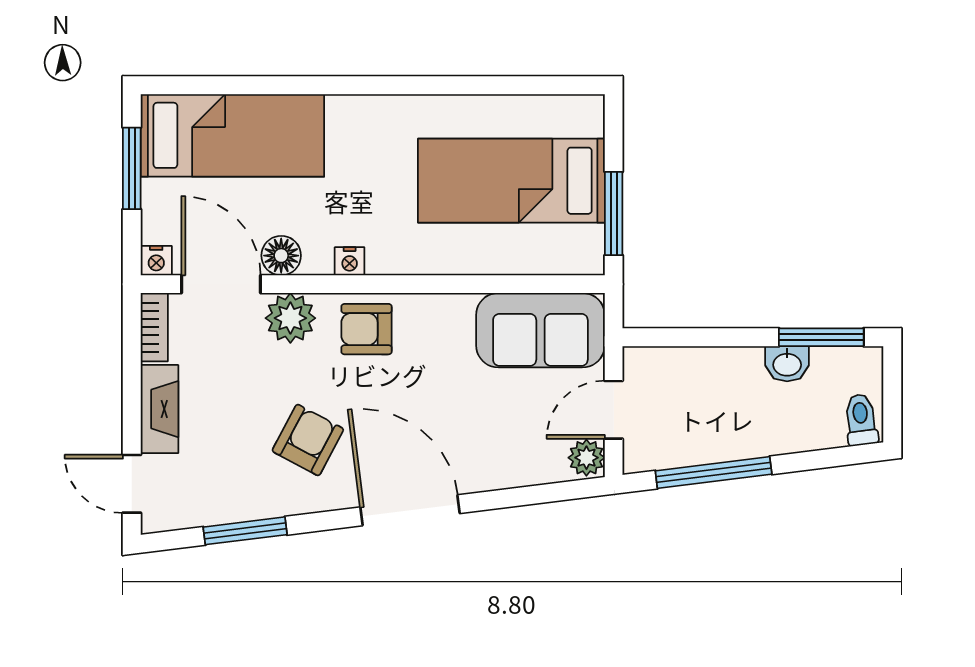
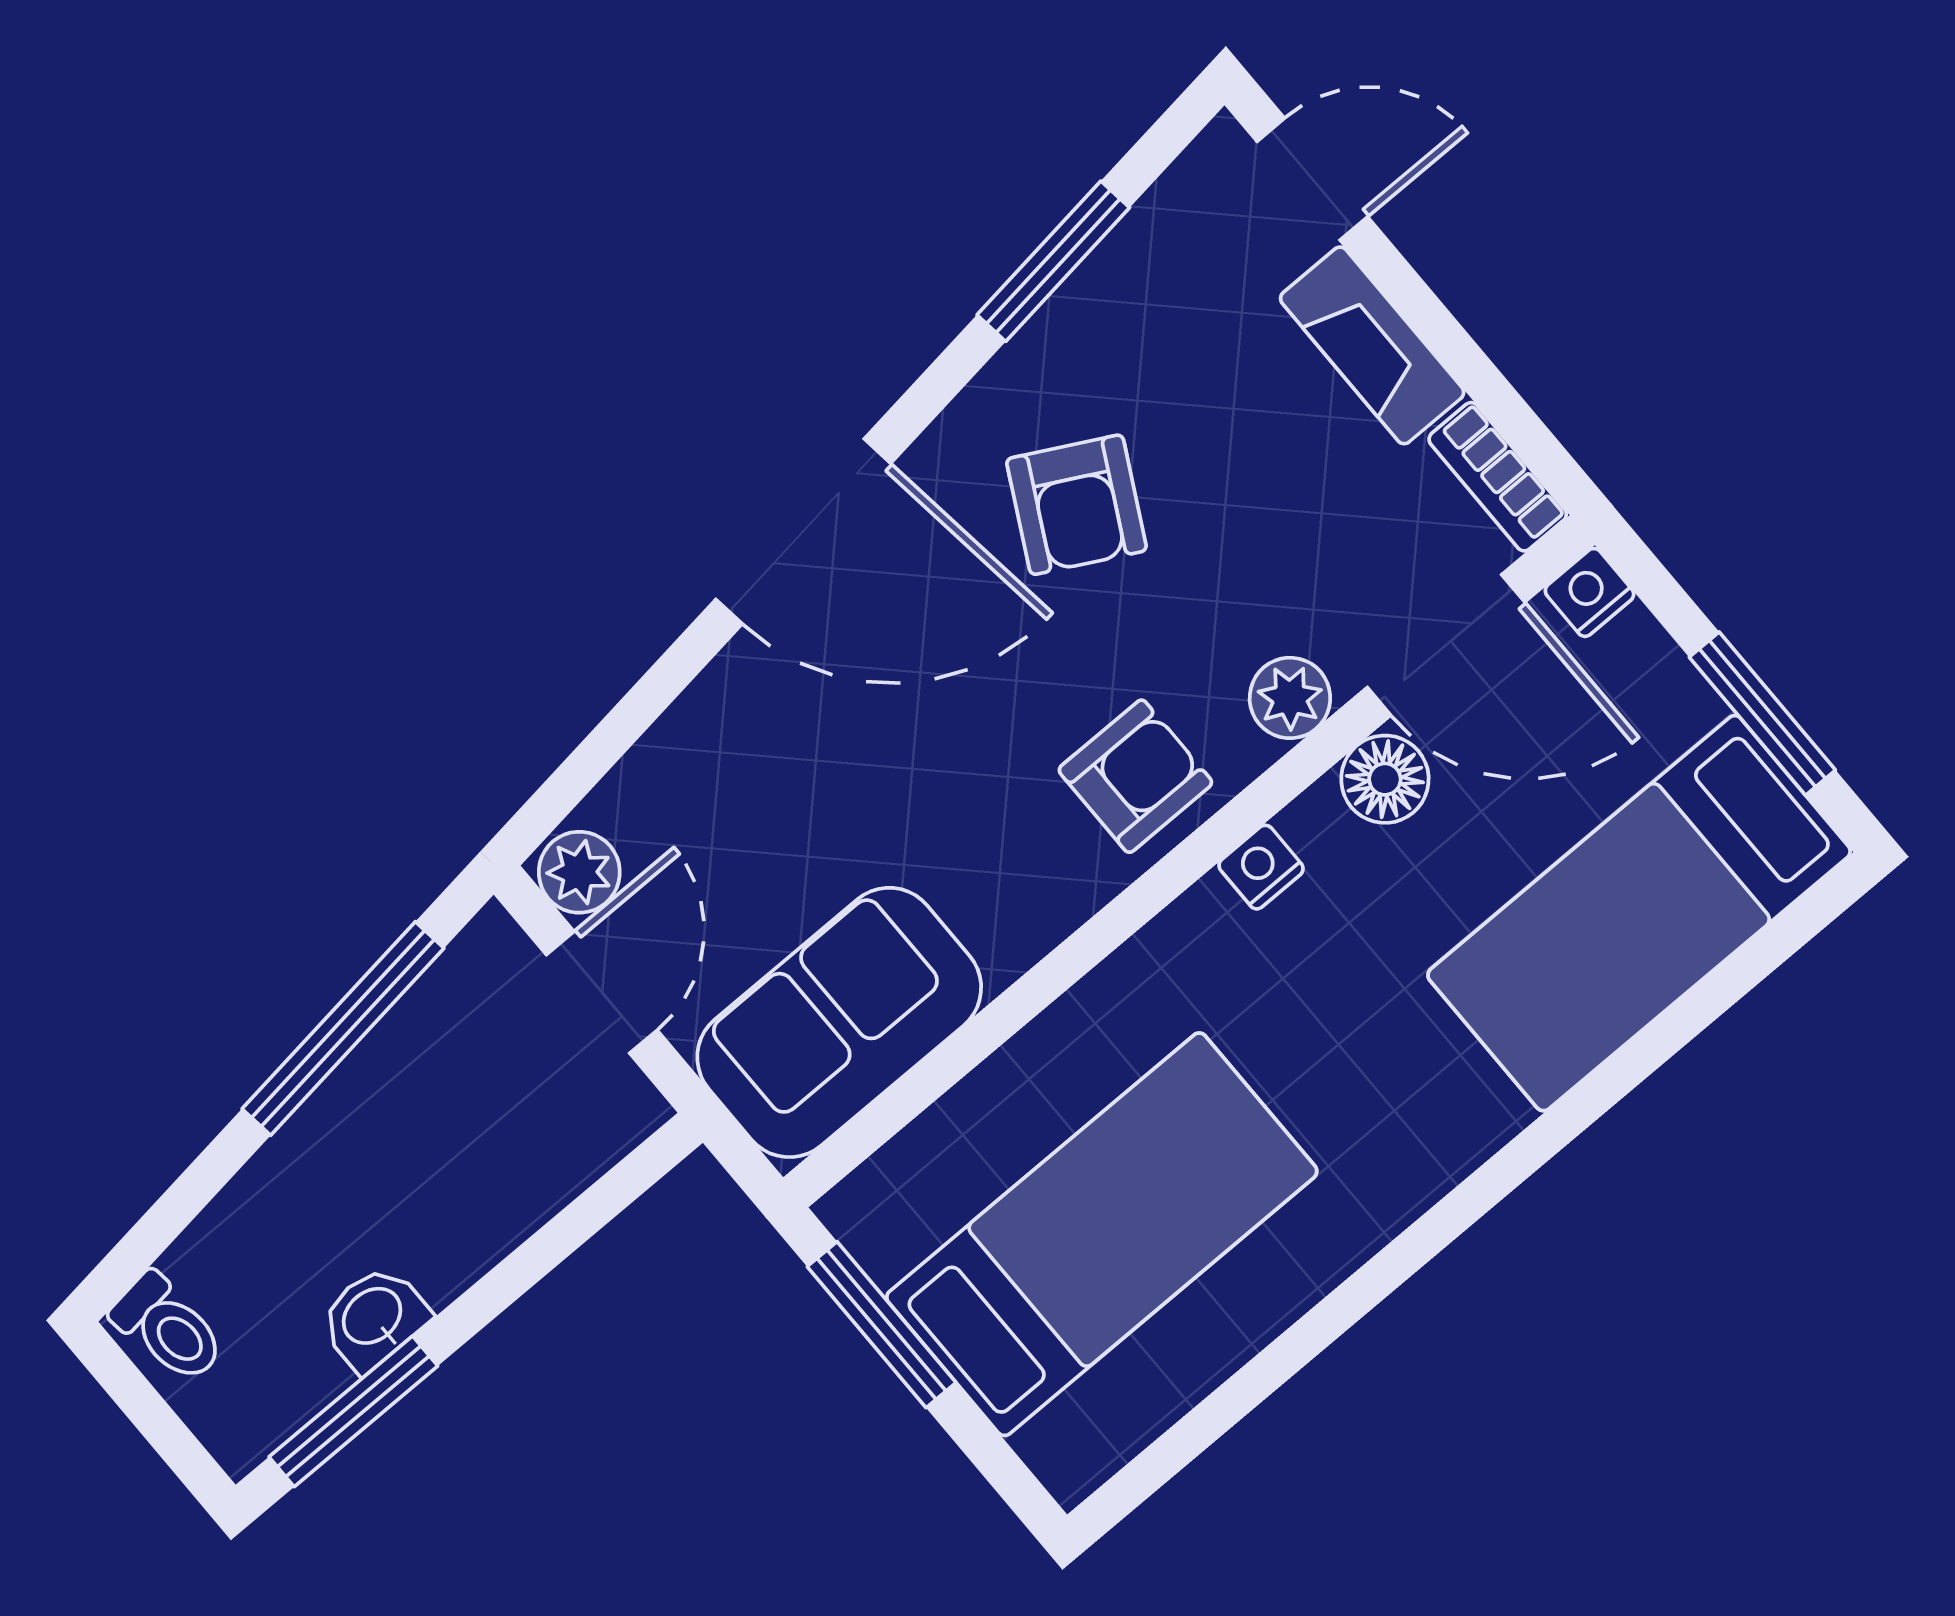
plant: (290, 318) -> (1290, 698), width x0.73, depth x0.73

